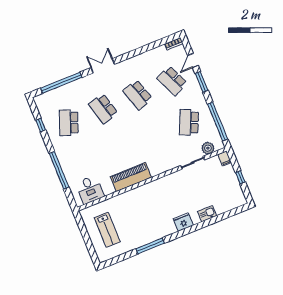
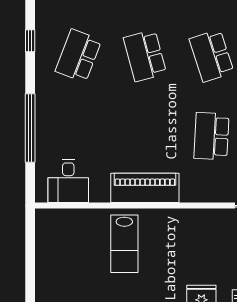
school desk: (155, 136) -> (212, 136), added
lab bench: (107, 230) -> (124, 244), moved

